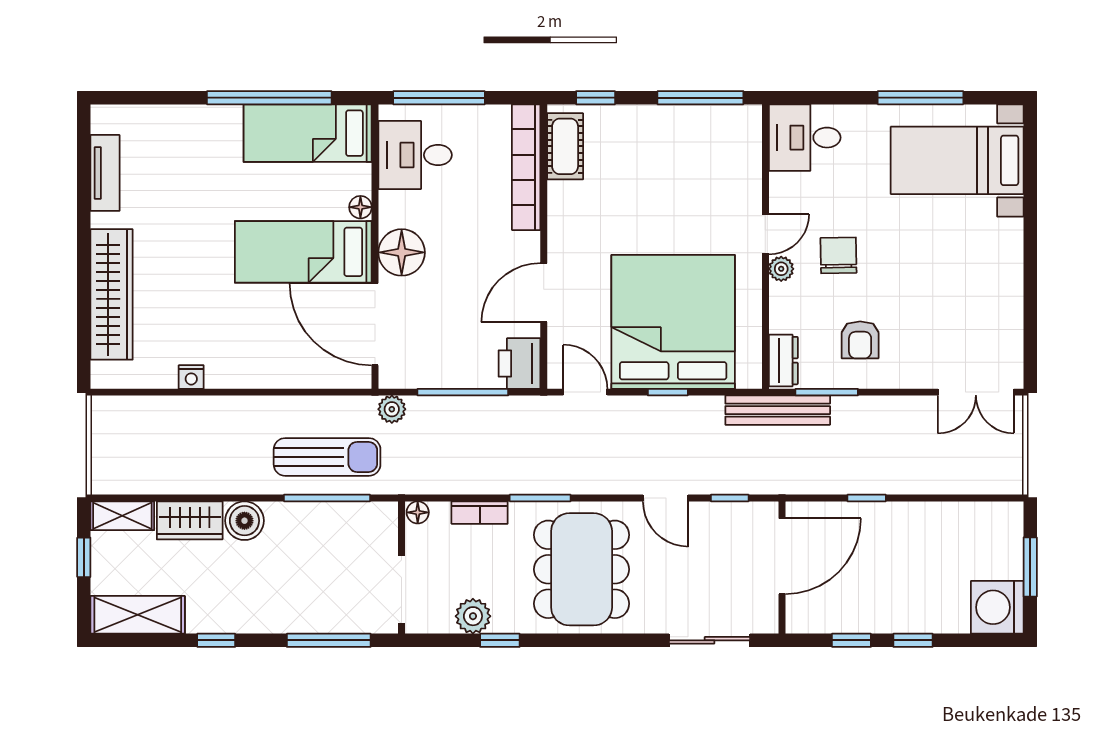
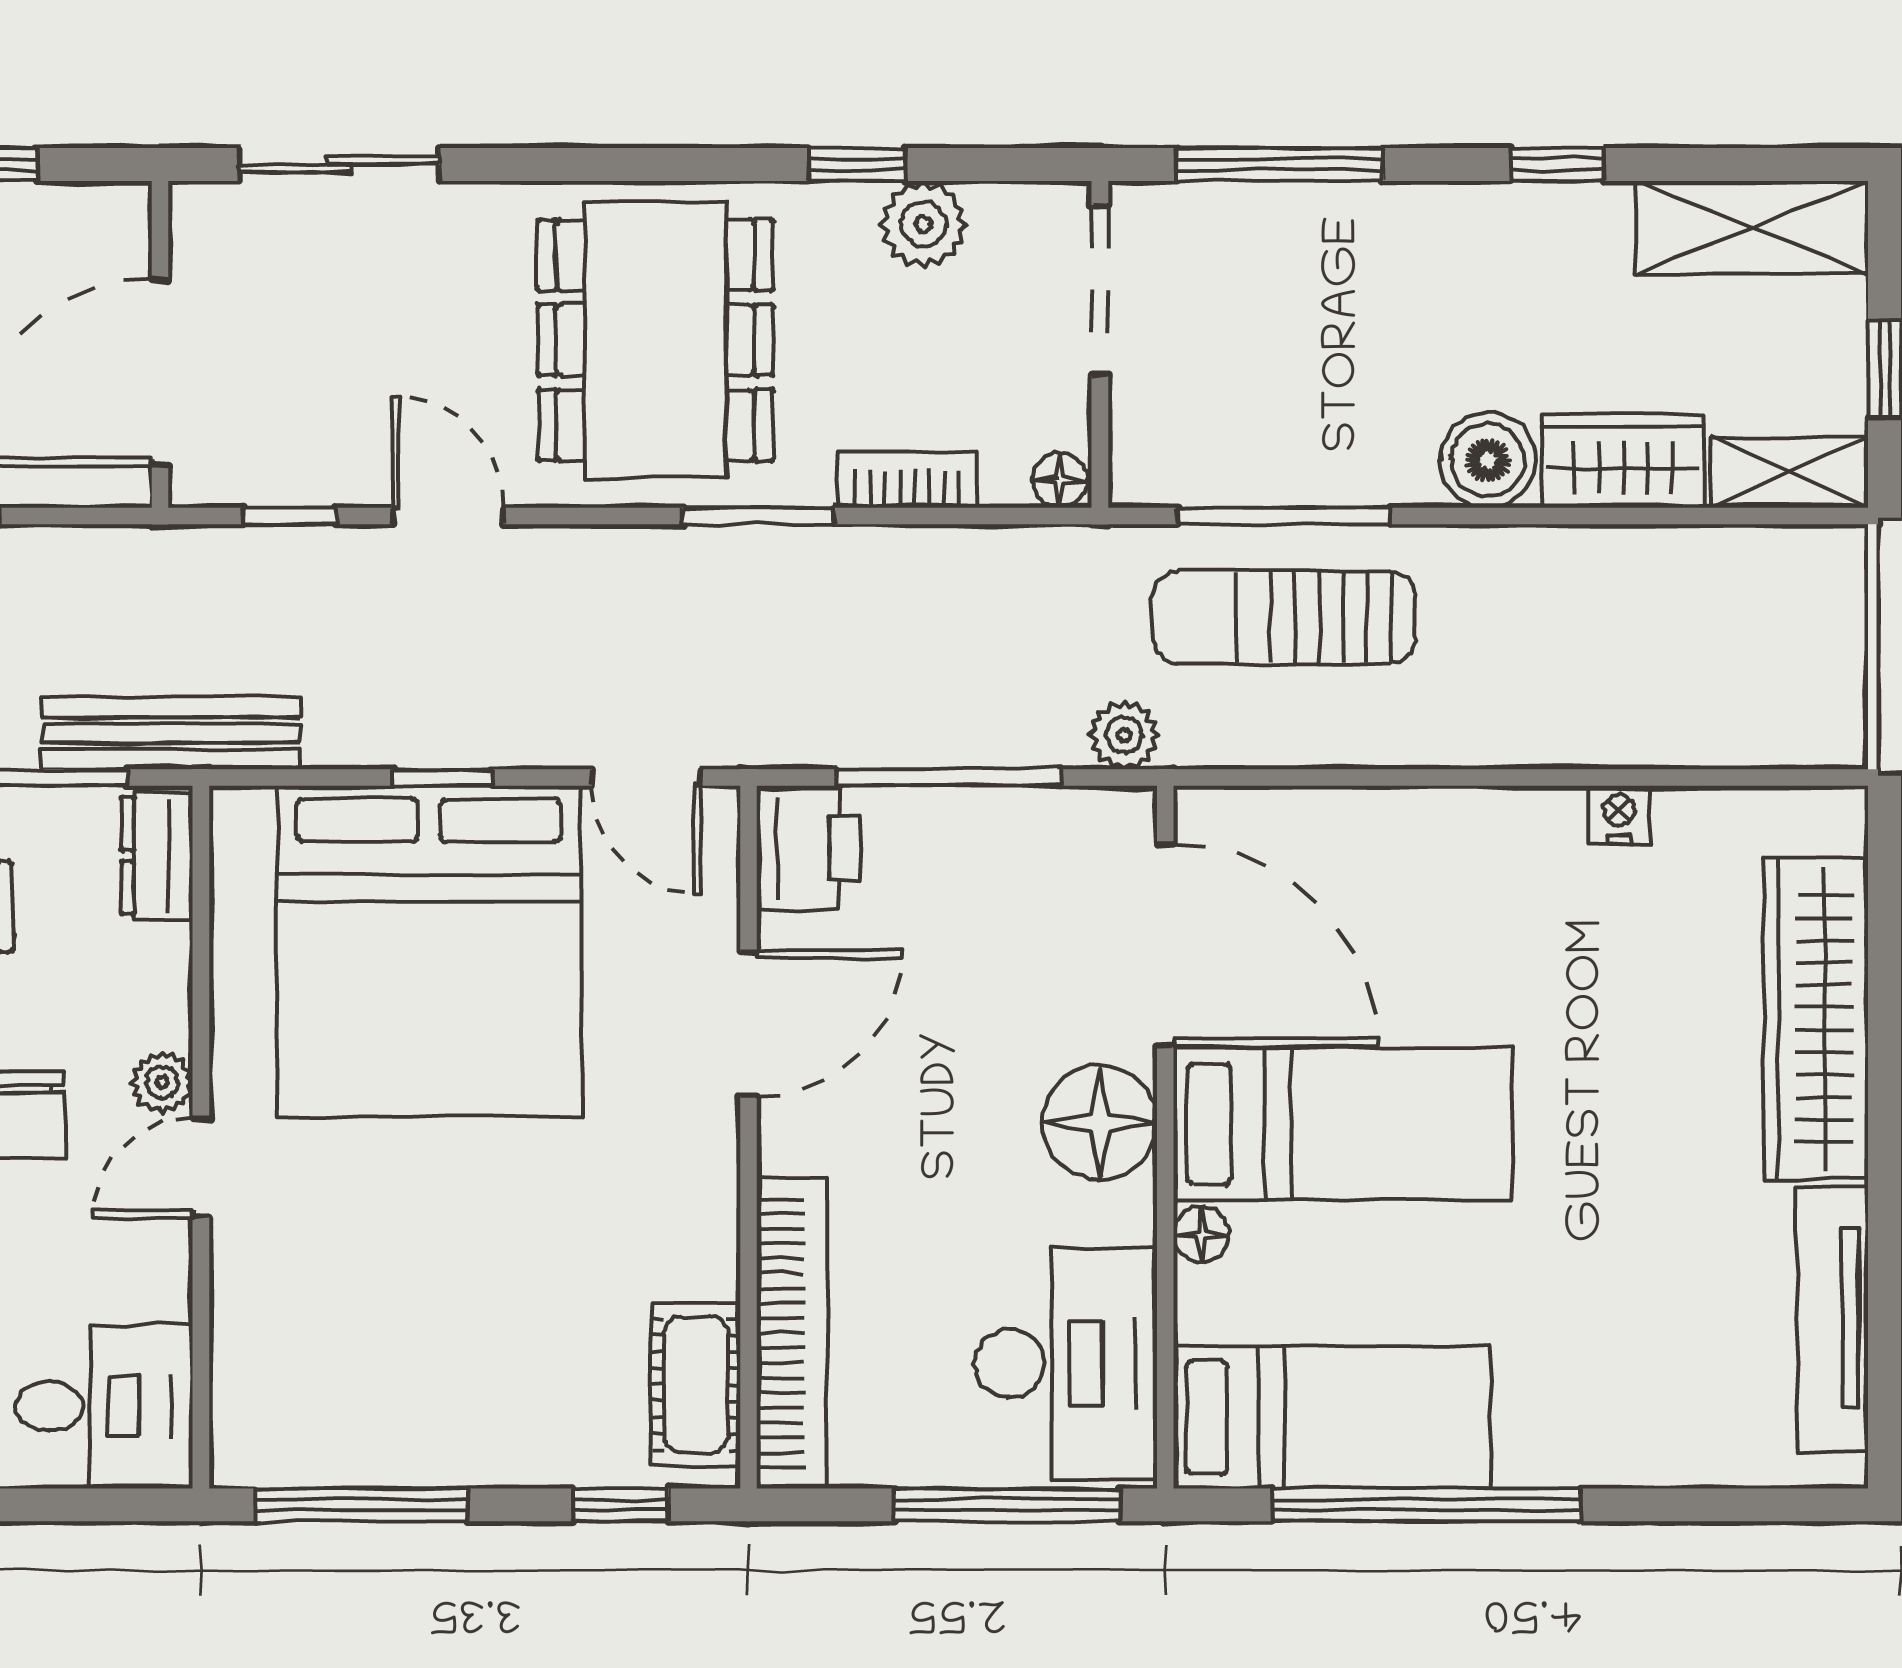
desk: (415, 155) -> (1066, 1363), width x1.37
tv unit: (105, 173) -> (1832, 1319), width x1.41

